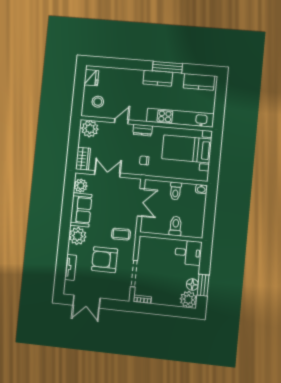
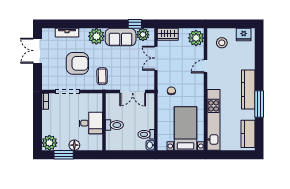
kitchen counter: (158, 78) -> (248, 89), width x1.50
door: (121, 121) -> (206, 66), swing flipped
dresser: (143, 130) -> (199, 87), removed
double door: (107, 174) -> (156, 58), swing flipped
toilet: (176, 191) -> (146, 134), moved
window: (68, 193) -> (135, 24), added
desk: (188, 253) -> (91, 123), moved, turned -90
armchair: (105, 260) -> (77, 63), turned 90
floor lamp: (192, 285) -> (74, 145), moved

